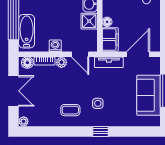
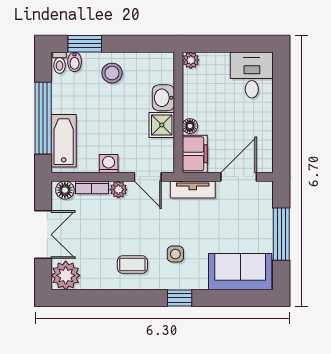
sofa: (149, 95) -> (240, 272), moved, turned 90
plant: (24, 121) -> (66, 275), width x1.87, depth x1.87

